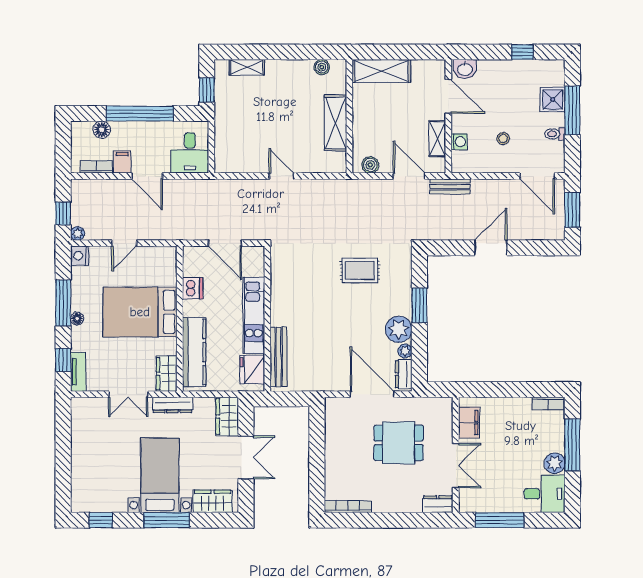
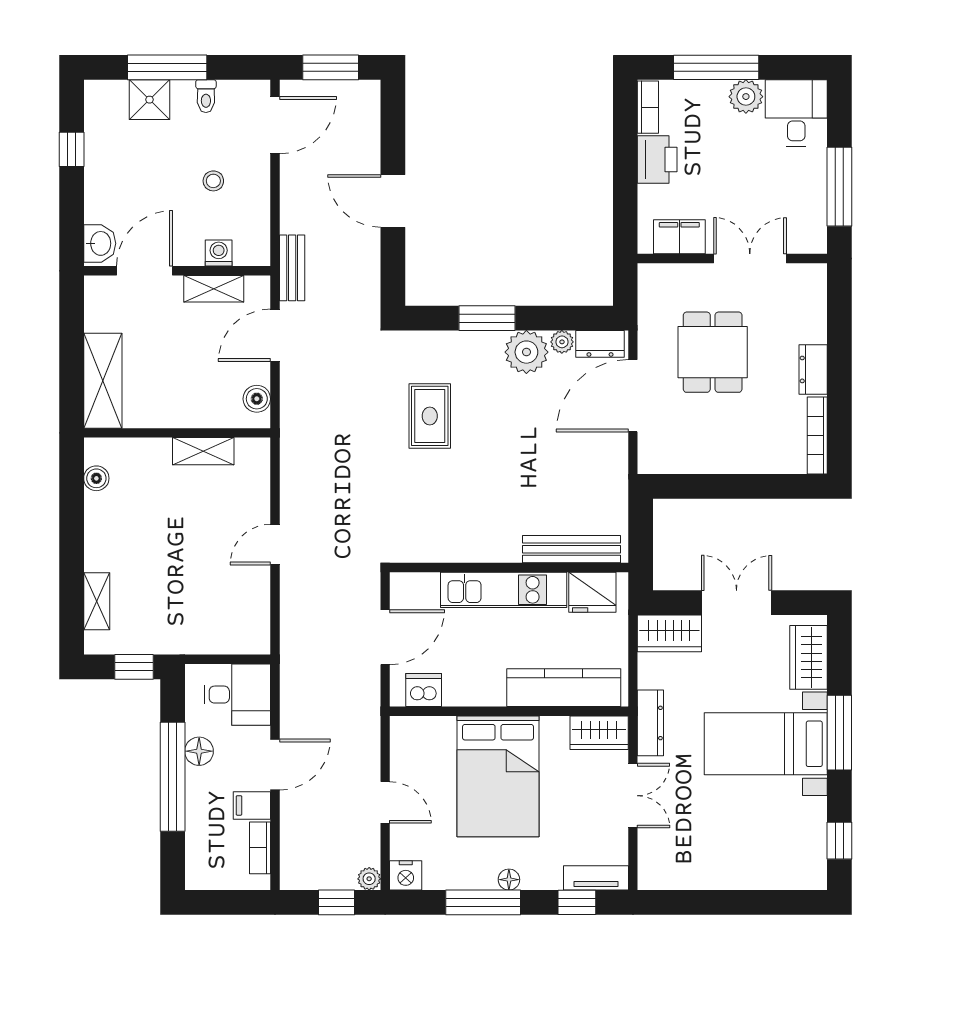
shelving: (335, 123) -> (203, 451), width x0.67, depth x0.75
floor lamp: (102, 130) -> (199, 751), moved
dishwasher: (193, 288) -> (424, 690), moved
printer: (516, 409) -> (657, 160), added
dresser: (438, 504) -> (813, 369), moved

